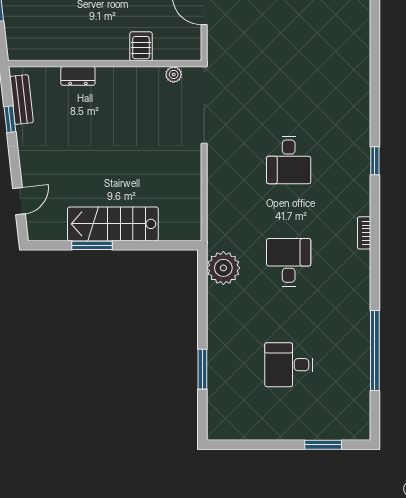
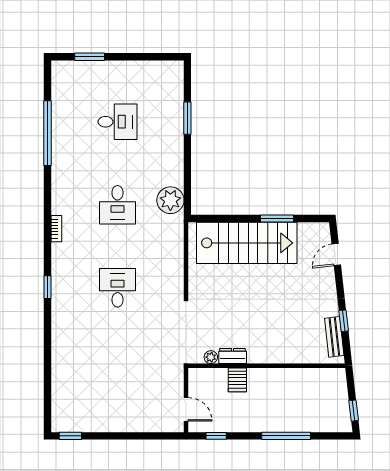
dresser: (78, 76) -> (233, 356), moved
stairs: (113, 224) -> (247, 243), width x1.36, depth x1.51

